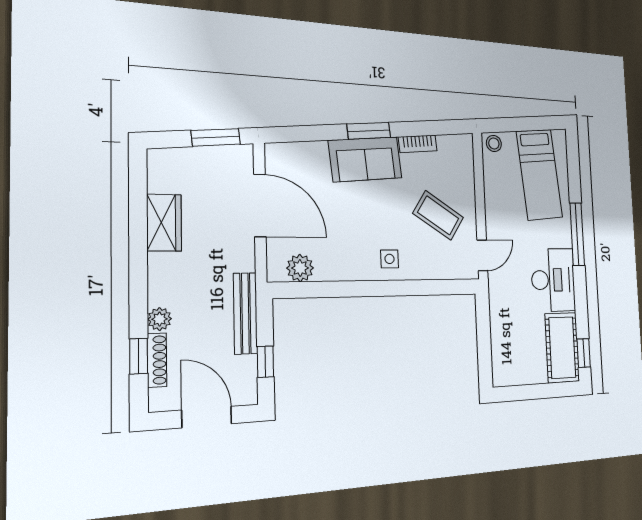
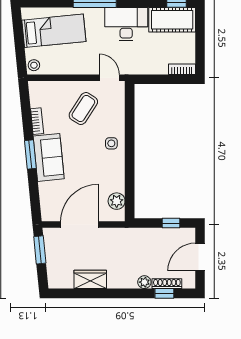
bench: (245, 313) -> (143, 234), removed
bookcase: (499, 366) -> (182, 69), added

